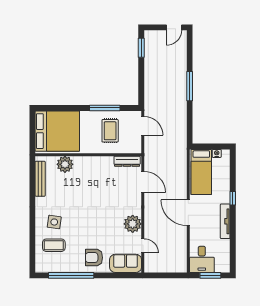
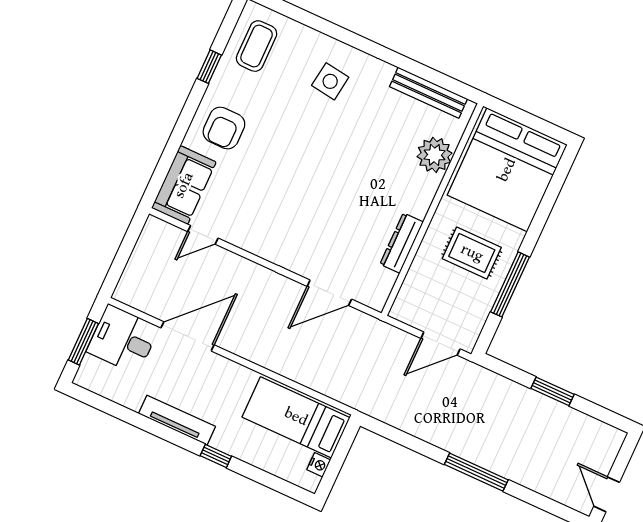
window: (141, 48) -> (552, 391), moved
rug: (110, 131) -> (472, 253), moved
dresser: (127, 161) -> (402, 243), moved
door: (188, 213) -> (187, 336), moved
plant: (133, 224) -> (256, 235), removed
coffee table: (54, 245) -> (257, 46), moved
armchair: (94, 258) -> (224, 128), turned 180
window: (71, 275) -> (209, 67), width x0.32

